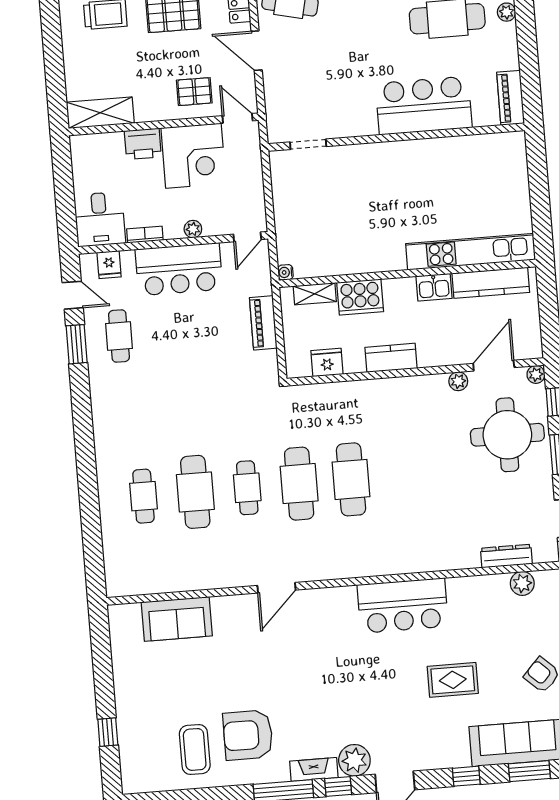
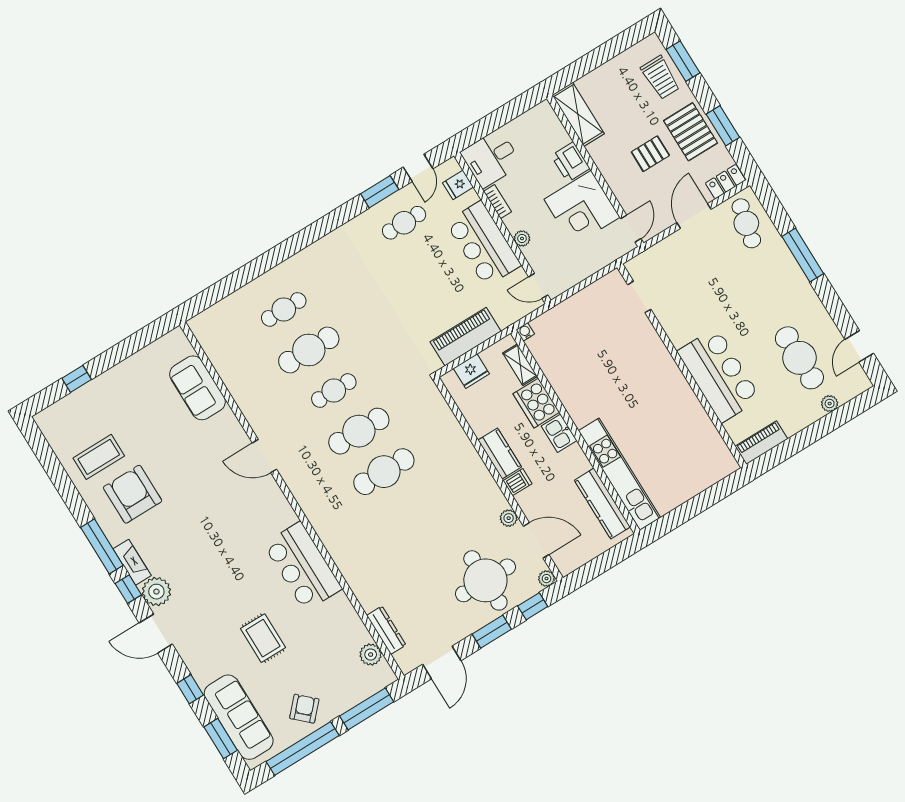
pallet: (194, 92) -> (650, 154), moved, turned 90
kitchen sink: (434, 287) -> (559, 433), moved
piano: (263, 323) -> (466, 337), width x1.37, depth x1.33
dishwasher: (428, 355) -> (517, 482), added
fridge: (327, 362) -> (471, 371), moved, turned 90

